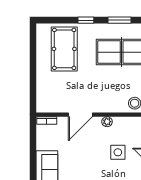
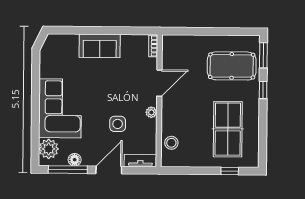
window: (120, 20) -> (263, 55), moved
door: (80, 115) -> (159, 83), swing flipped

